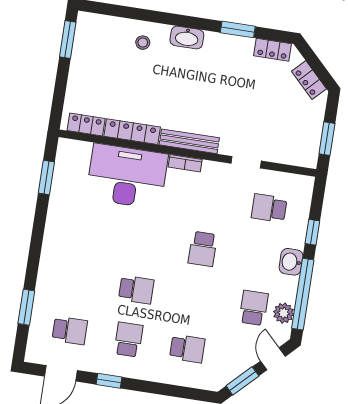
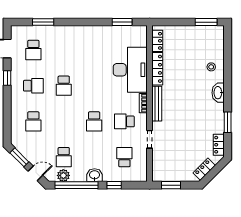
school desk: (210, 199) -> (124, 121), added
school desk: (203, 249) -> (94, 121), turned -90
school desk: (254, 308) -> (64, 157), turned 90

